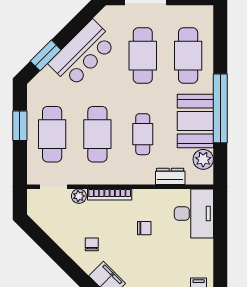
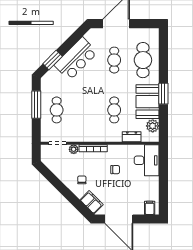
cafe table: (143, 56) -> (114, 60), width x0.73, depth x0.74
window: (220, 108) -> (163, 94), width x0.47
window: (20, 126) -> (36, 105), width x1.44
cafe table: (52, 134) -> (57, 110), width x0.73, depth x0.74
cafe table: (97, 134) -> (85, 110), removed

